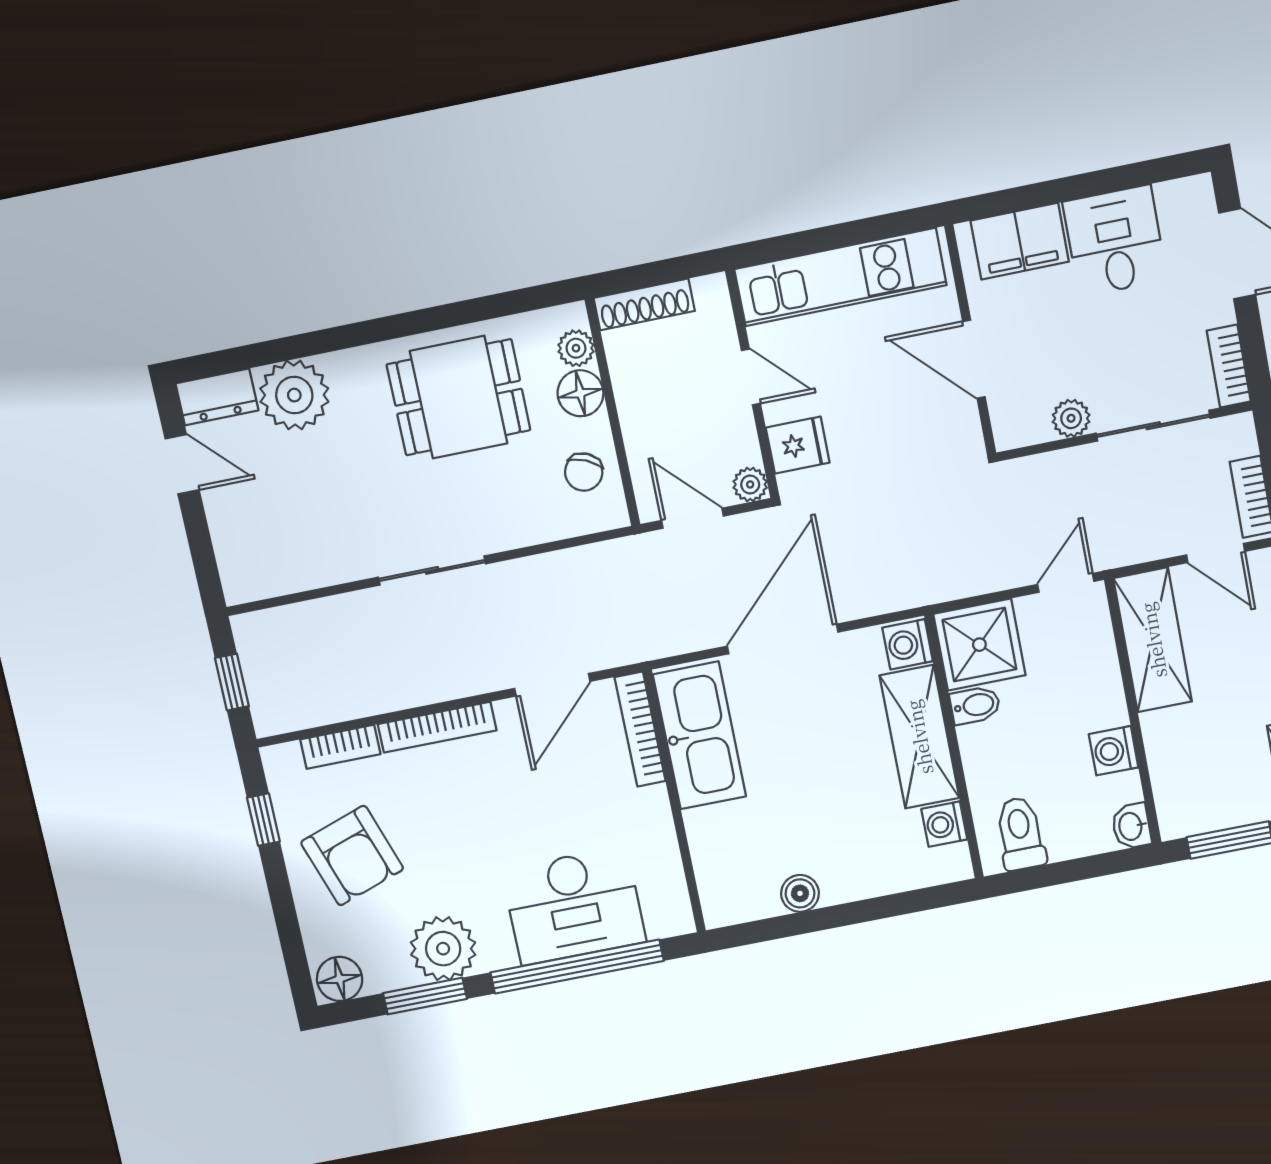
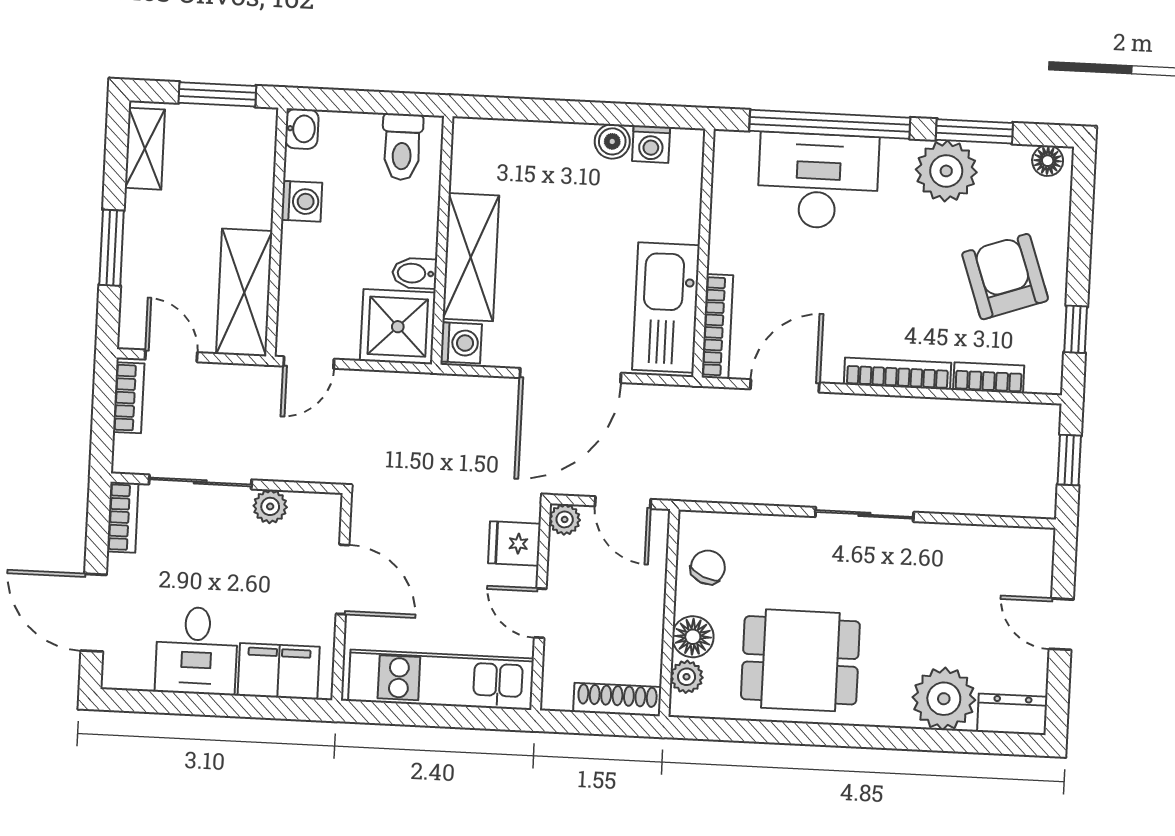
door: (182, 464) -> (1061, 624), moved
washing machine: (944, 824) -> (651, 144), moved, turned 90
floor lamp: (340, 979) -> (1048, 161), width x0.73, depth x0.73

